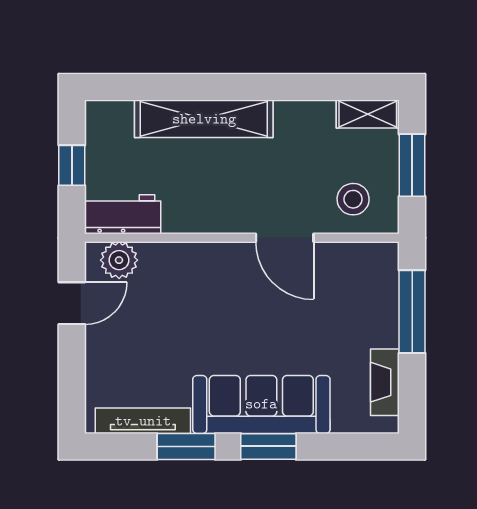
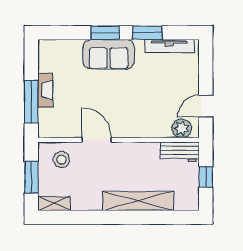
fireplace: (385, 382) -> (45, 90), moved
sofa: (261, 404) -> (109, 54), width x0.73

